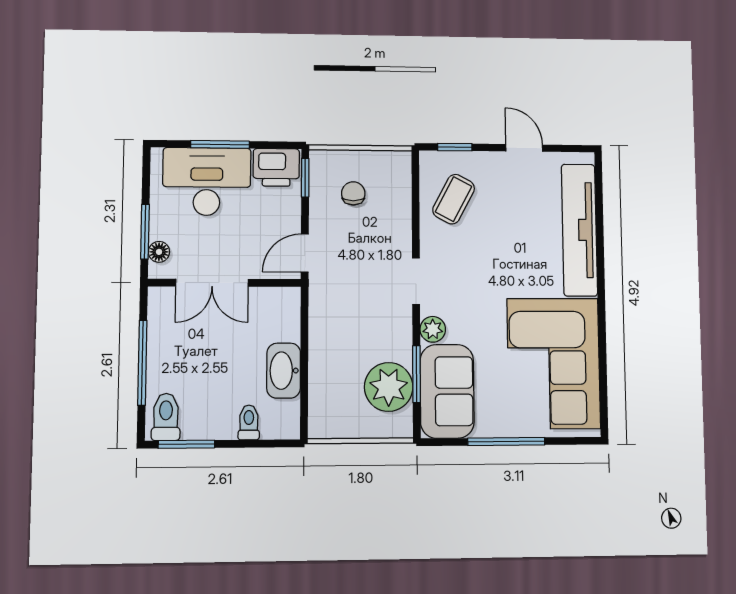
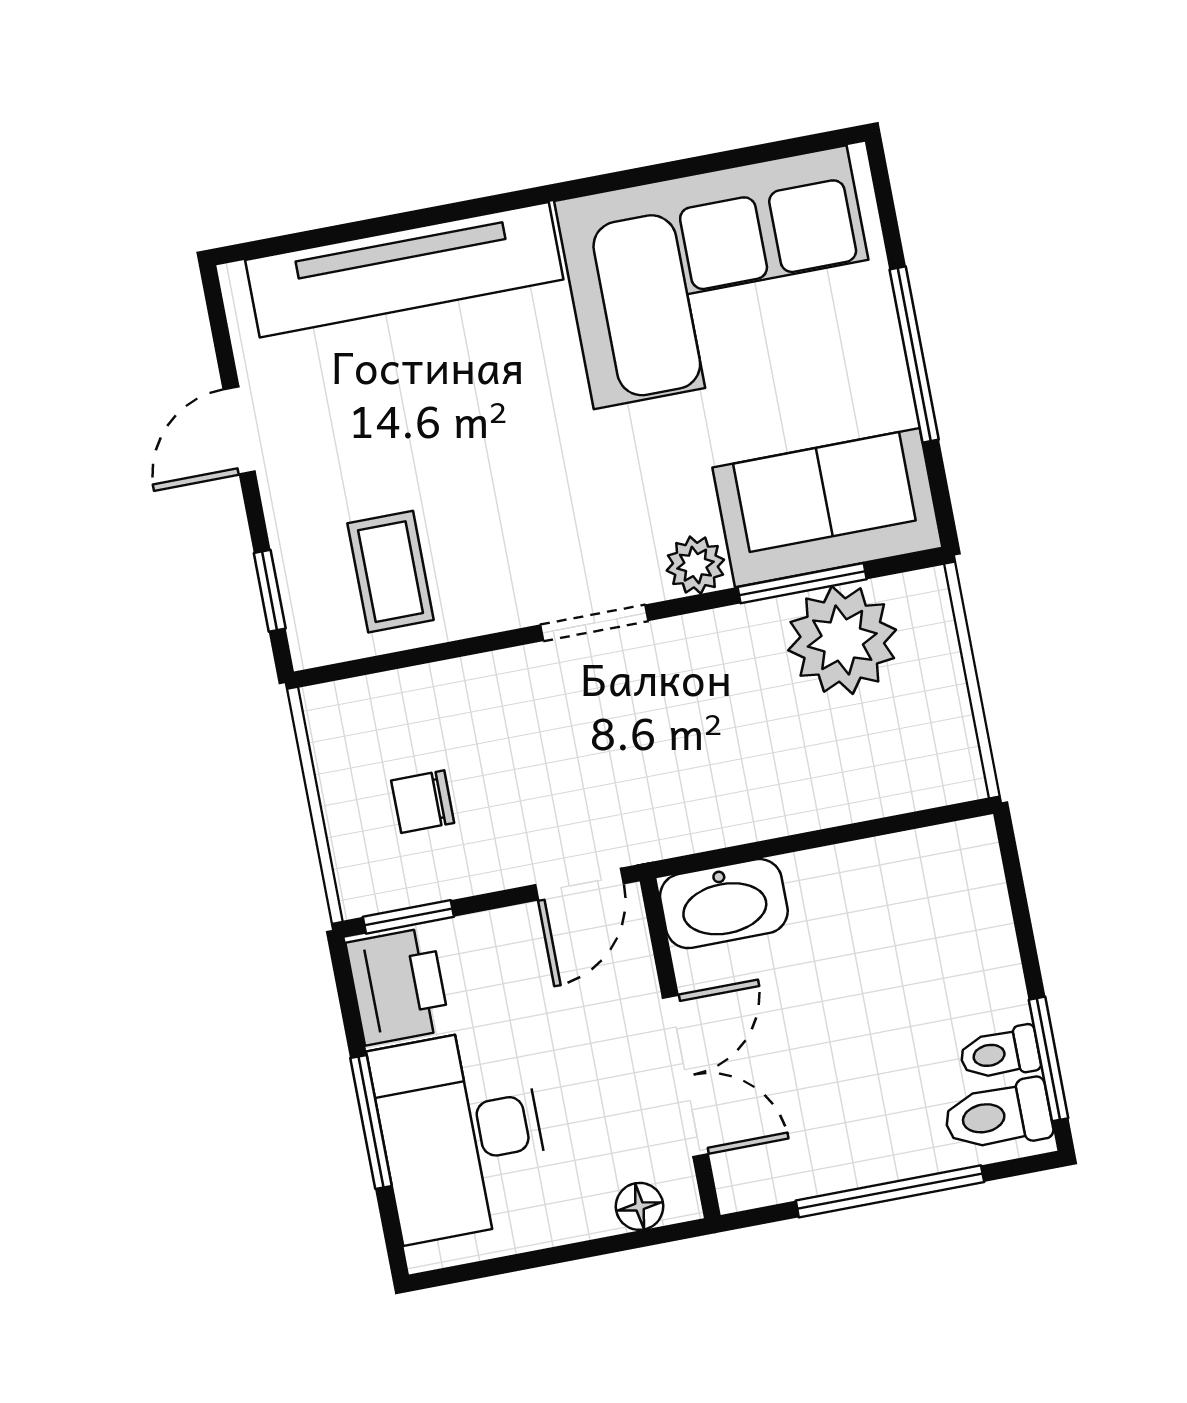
coffee table: (454, 199) -> (391, 572), turned 62
window: (145, 232) -> (600, 1247), removed
door: (305, 253) -> (579, 884), hinge flipped
washbasin: (284, 371) -> (724, 904), moved
toilet: (249, 422) -> (1000, 1053), moved

